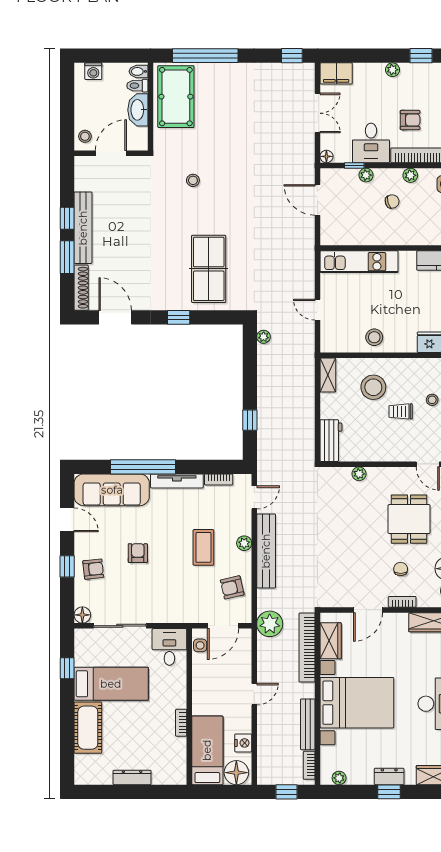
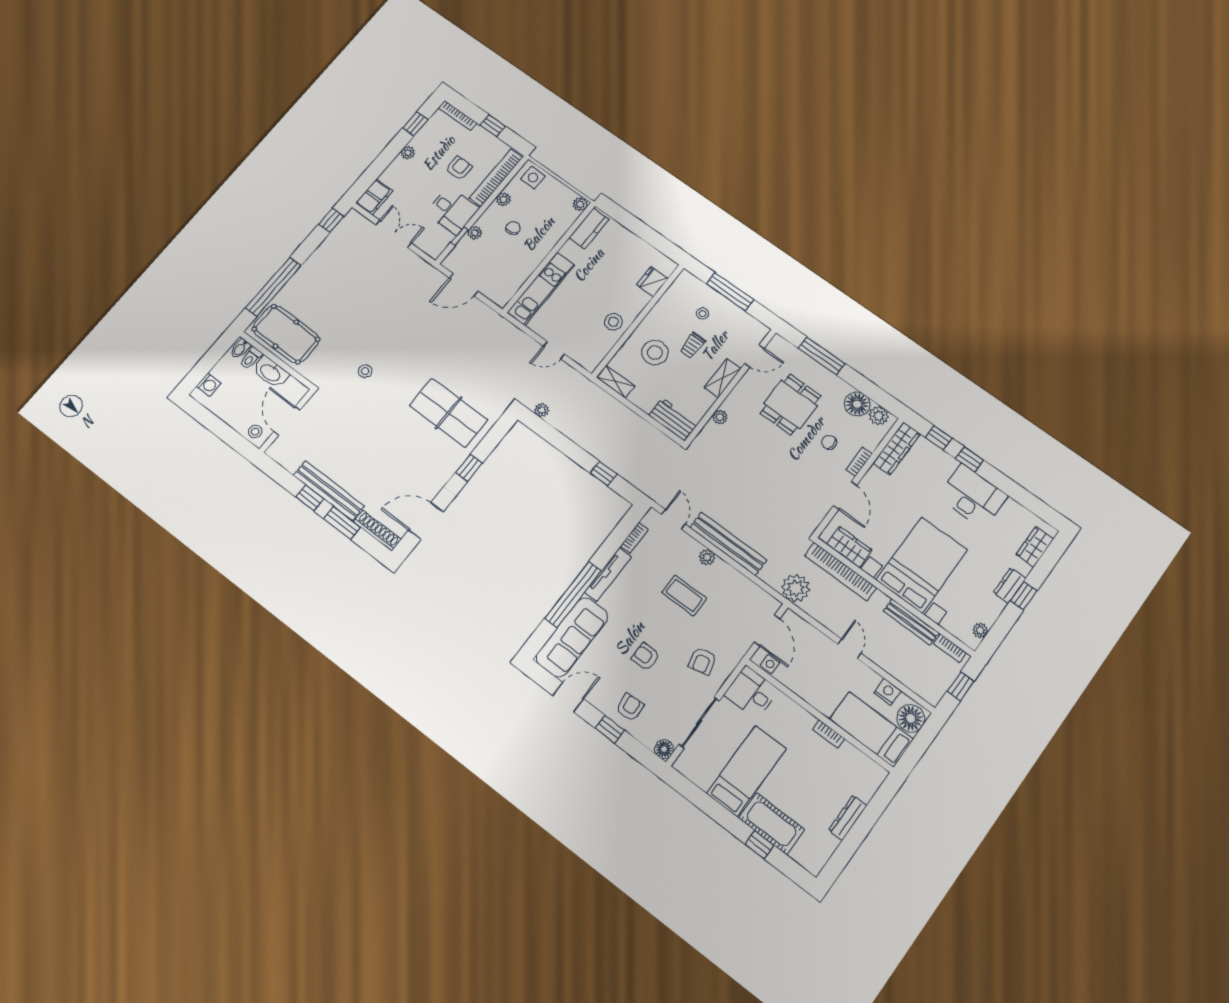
floor lamp: (326, 156) -> (434, 252), removed
shelving: (391, 453) -> (723, 378), added
dining table: (409, 519) -> (790, 404), turned 90
armchair: (232, 587) -> (702, 661), moved
window: (67, 668) -> (760, 845), moved

